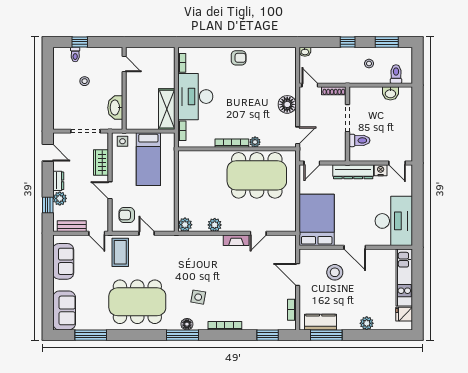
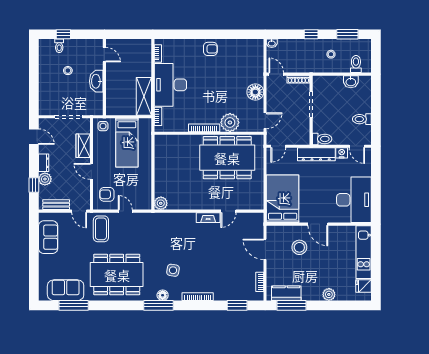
washbasin: (115, 108) -> (96, 81), moved
toilet: (402, 134) -> (362, 119), added
toilet: (359, 140) -> (322, 139), moved
plant: (255, 142) -> (230, 123), width x1.88, depth x1.88
plant: (215, 225) -> (188, 203), removed
sofa: (64, 310) -> (66, 290), moved, turned -90

